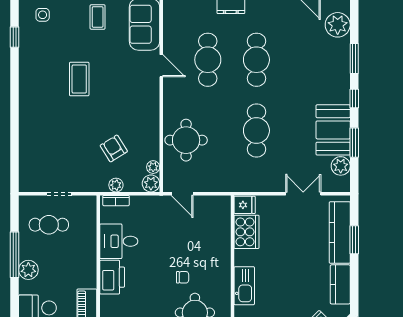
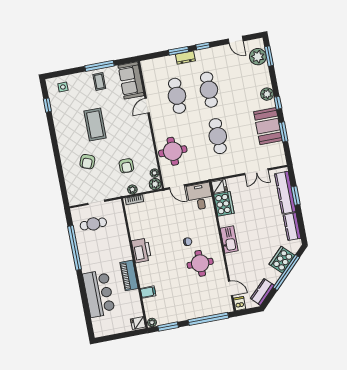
window: (354, 58) -> (269, 56), moved
door: (161, 66) -> (147, 106), swing flipped
coffee table: (79, 79) -> (95, 125), width x1.36, depth x1.32
armchair: (58, 131) -> (87, 162), added
armchair: (114, 148) -> (126, 166), turned -148
plant: (341, 166) -> (267, 94), moved
double door: (303, 194) -> (256, 172), swing flipped
desk: (119, 241) -> (200, 196), moved, turned 90
window: (15, 255) -> (75, 248), width x1.46
plant: (28, 270) -> (86, 256), removed

